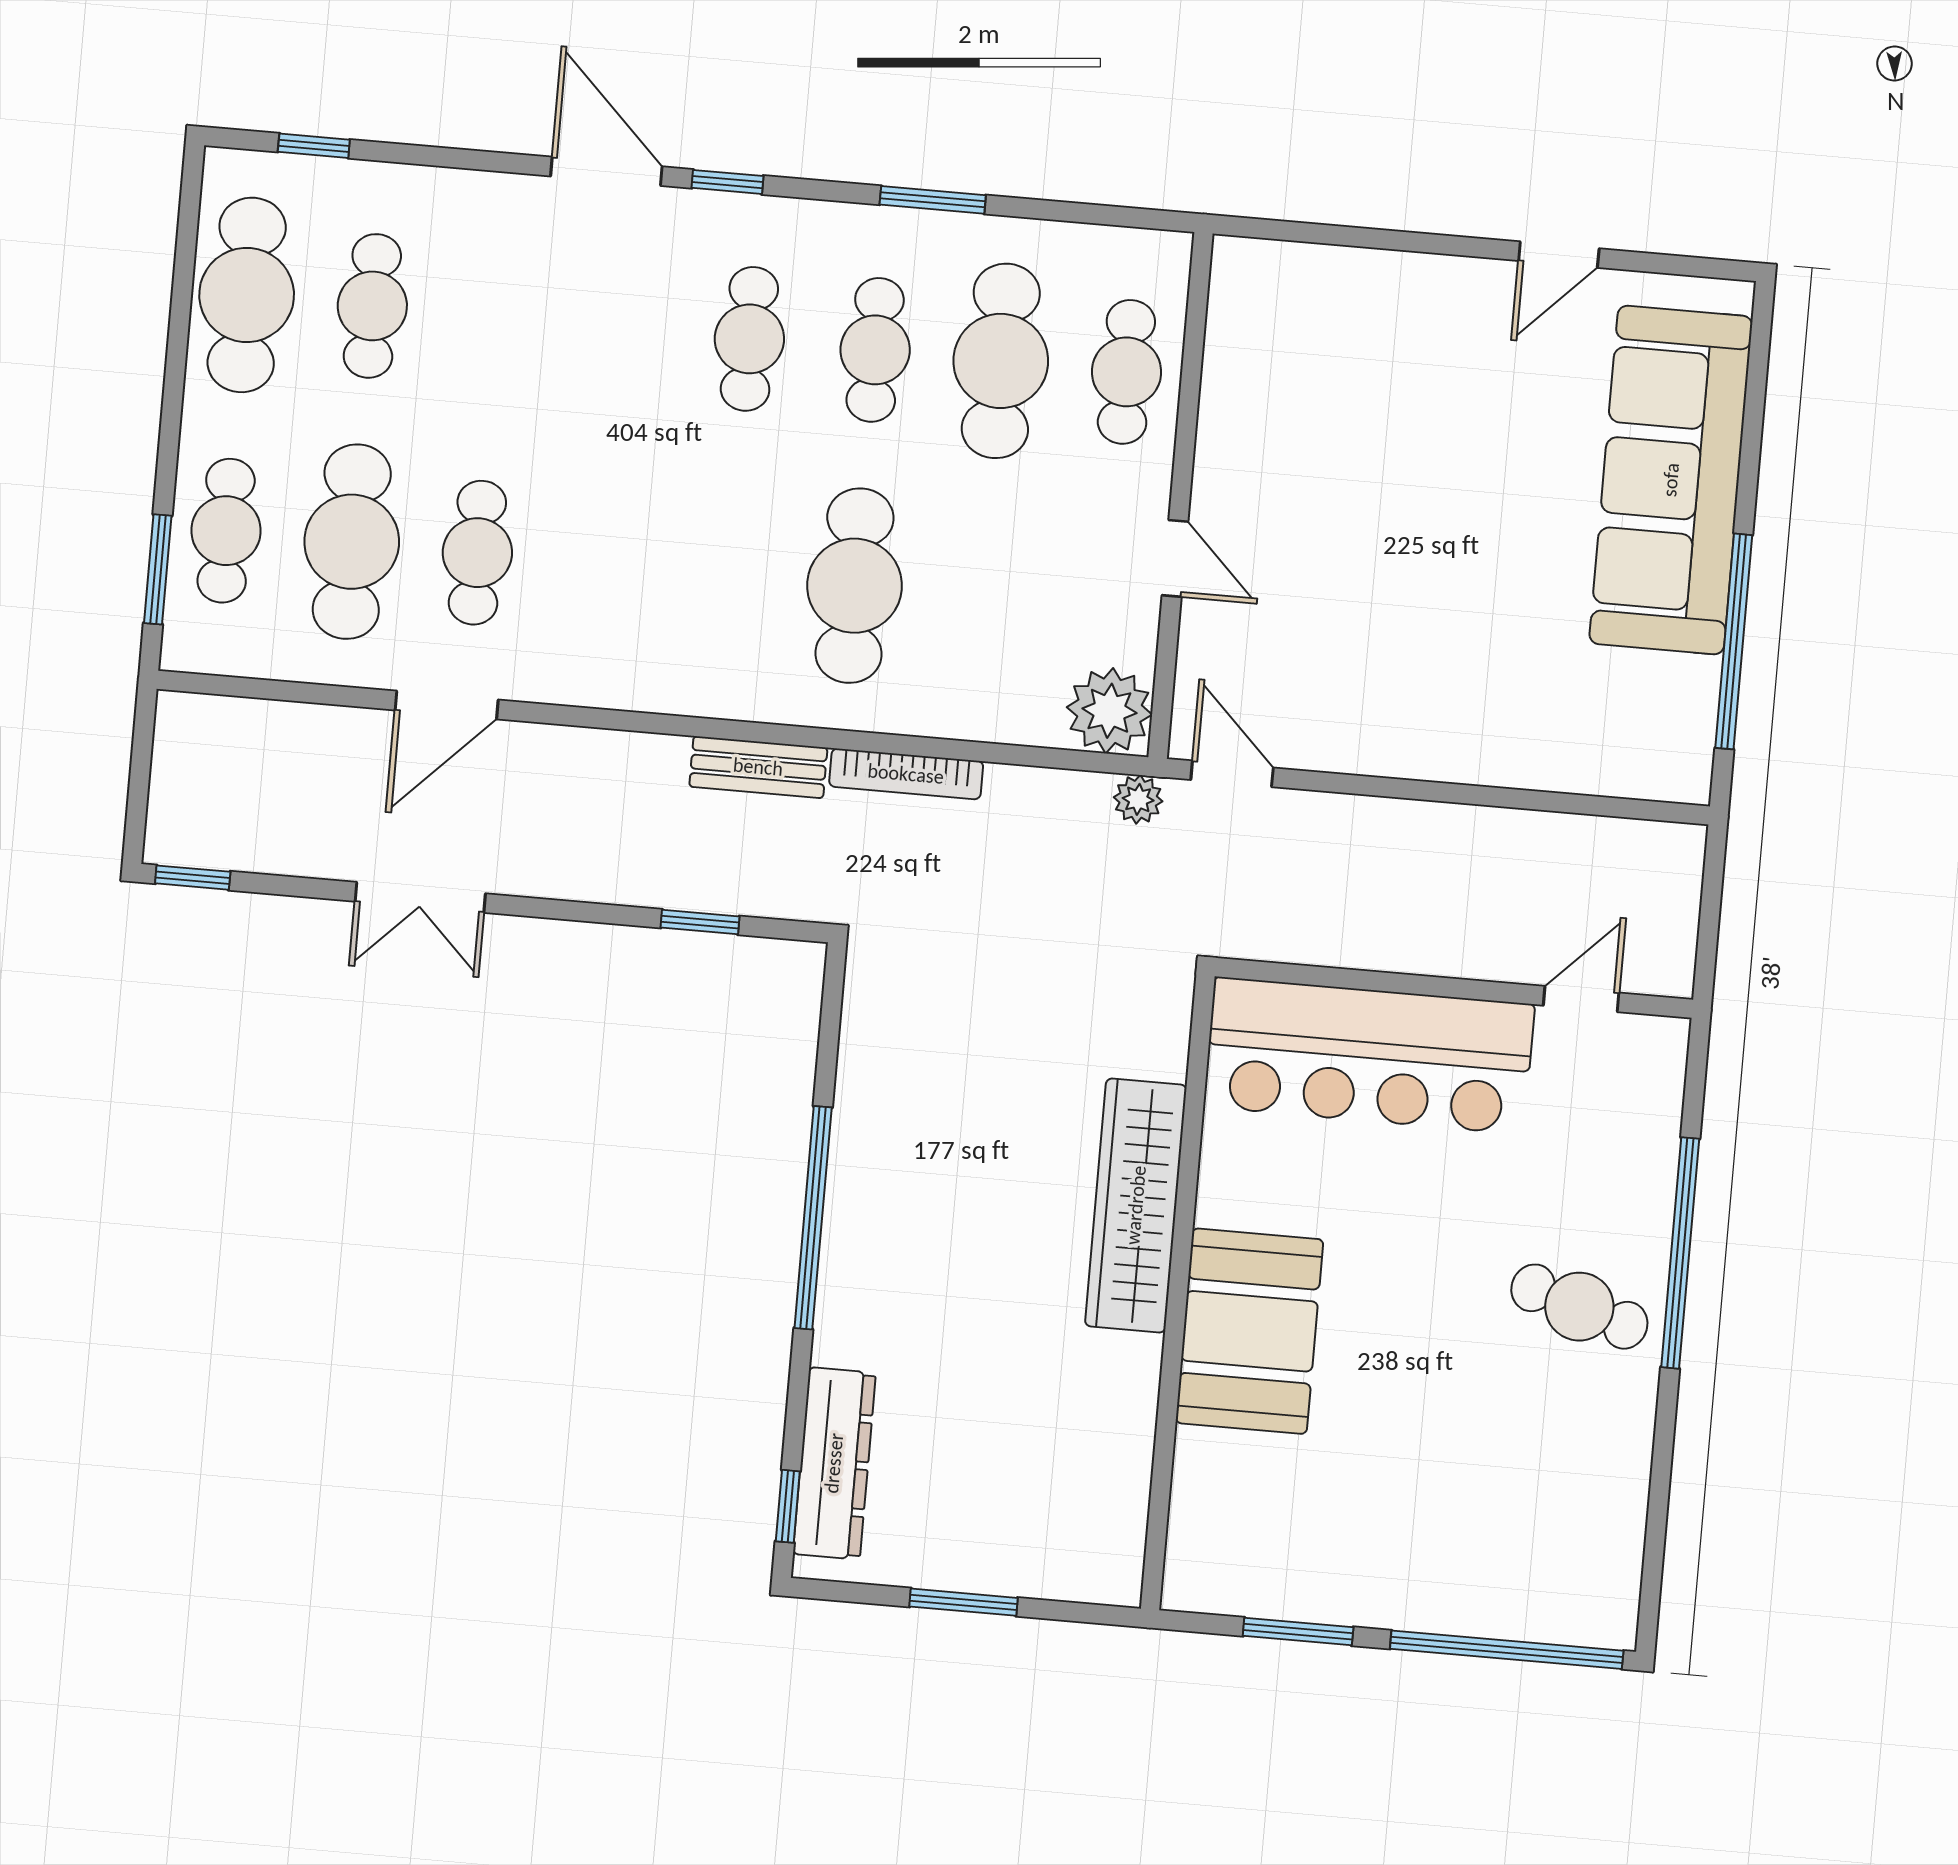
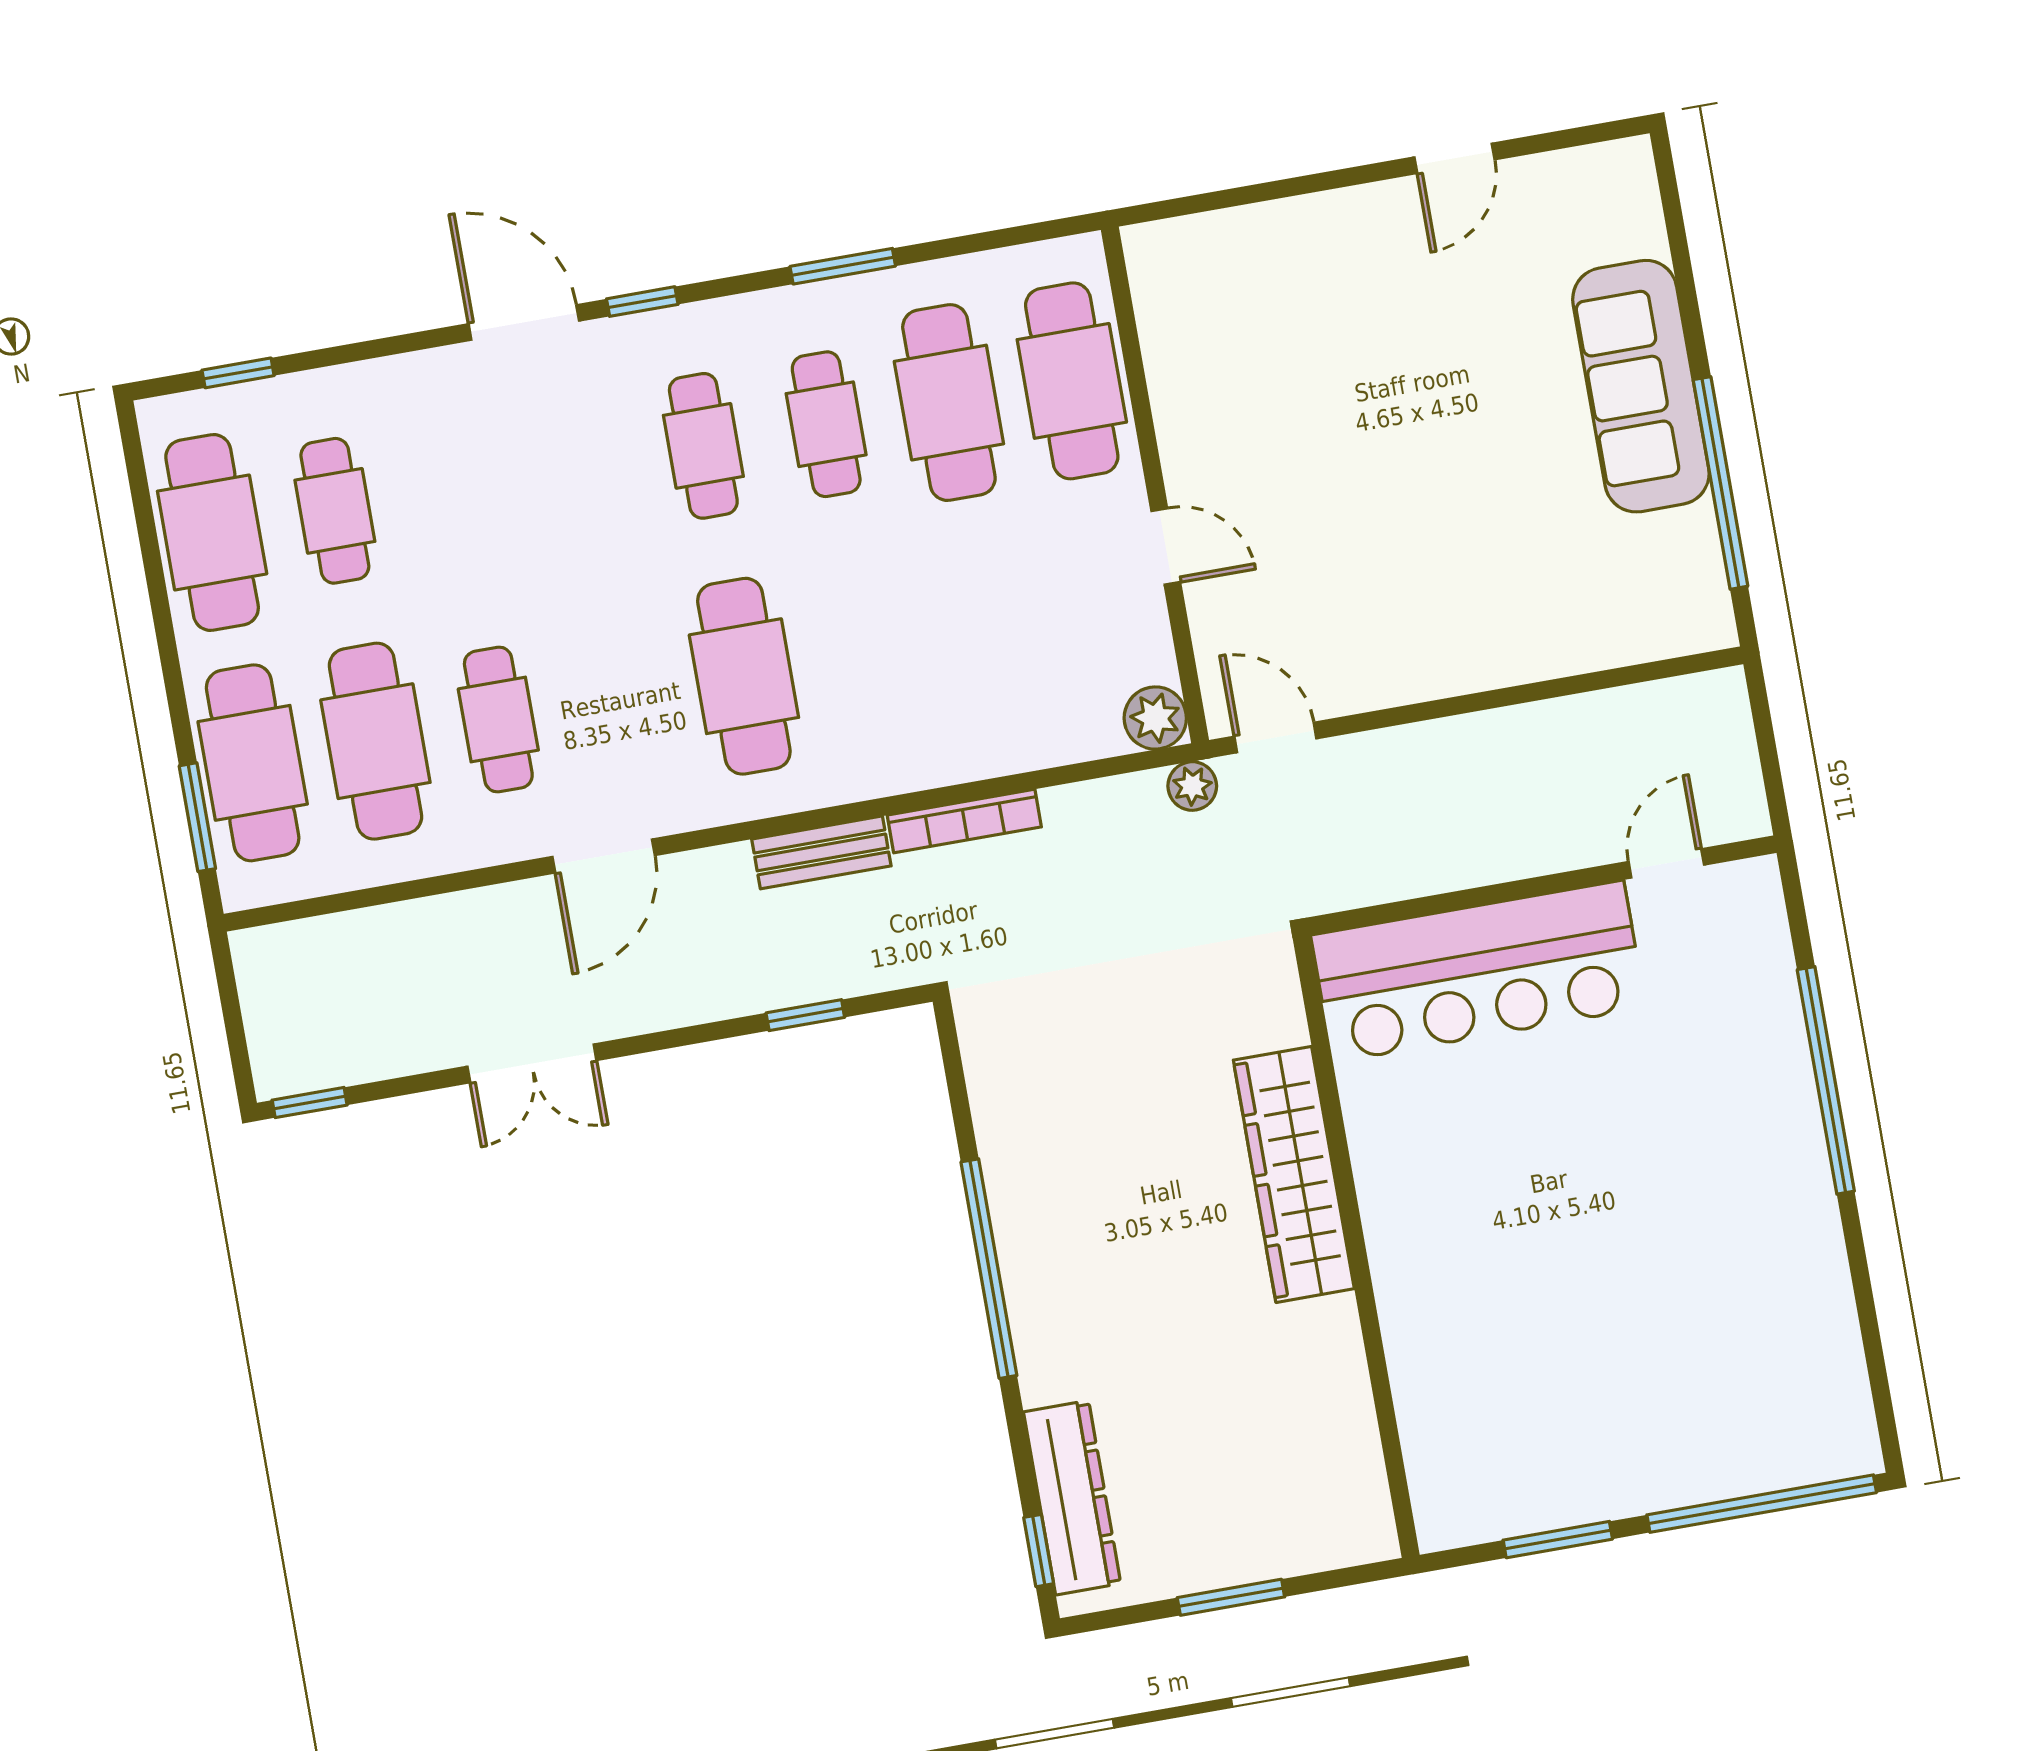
cafe table: (1126, 372) -> (1072, 381), width x1.37, depth x1.35
sofa: (1671, 480) -> (1641, 386), width x0.74, depth x0.79
cafe table: (226, 531) -> (253, 763), width x1.37, depth x1.35
cafe table: (854, 586) -> (744, 676), moved
door: (447, 705) -> (604, 856), moved
plant: (1109, 711) -> (1155, 718), width x0.73, depth x0.73
cafe table: (1579, 1307) -> (1743, 1157), removed
booth: (1249, 1331) -> (1435, 1265), removed

